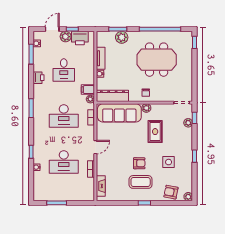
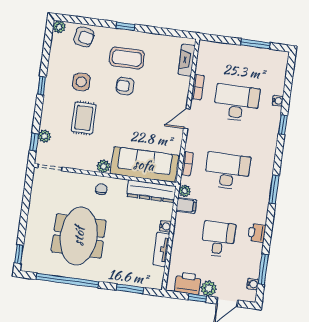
plant: (122, 37) -> (126, 276), removed
meeting table: (157, 60) -> (79, 236), turned 90
rug: (155, 132) -> (84, 118), moved

